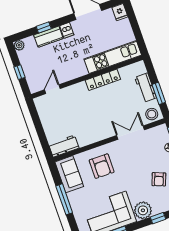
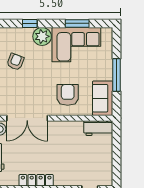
double door: (131, 133) -> (27, 118), width x1.37

